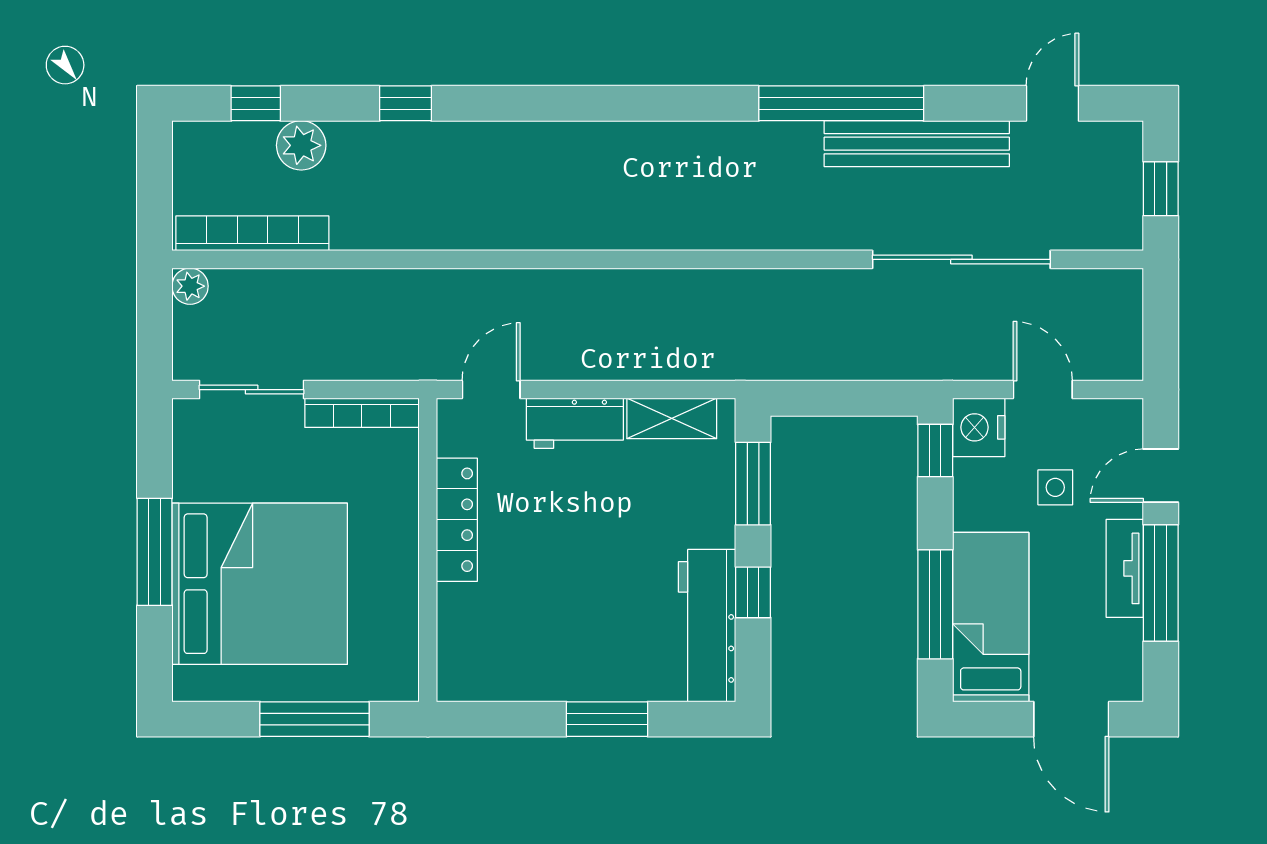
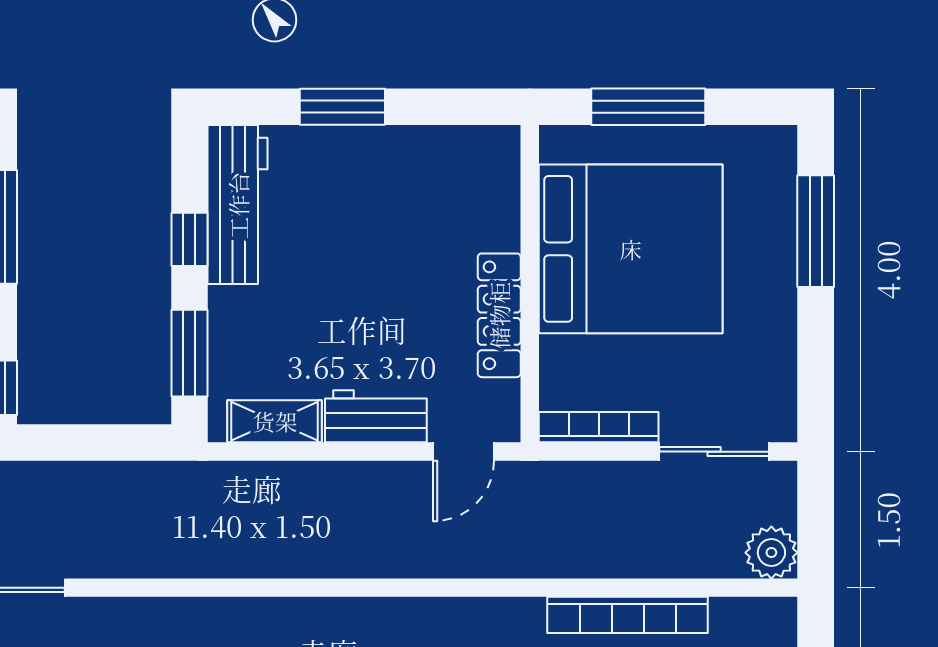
bookcase: (252, 233) -> (628, 615), moved
plant: (190, 286) -> (771, 553), width x1.38, depth x1.38
window: (155, 552) -> (816, 231), moved
bed: (260, 584) -> (631, 249), moved, turned 180

